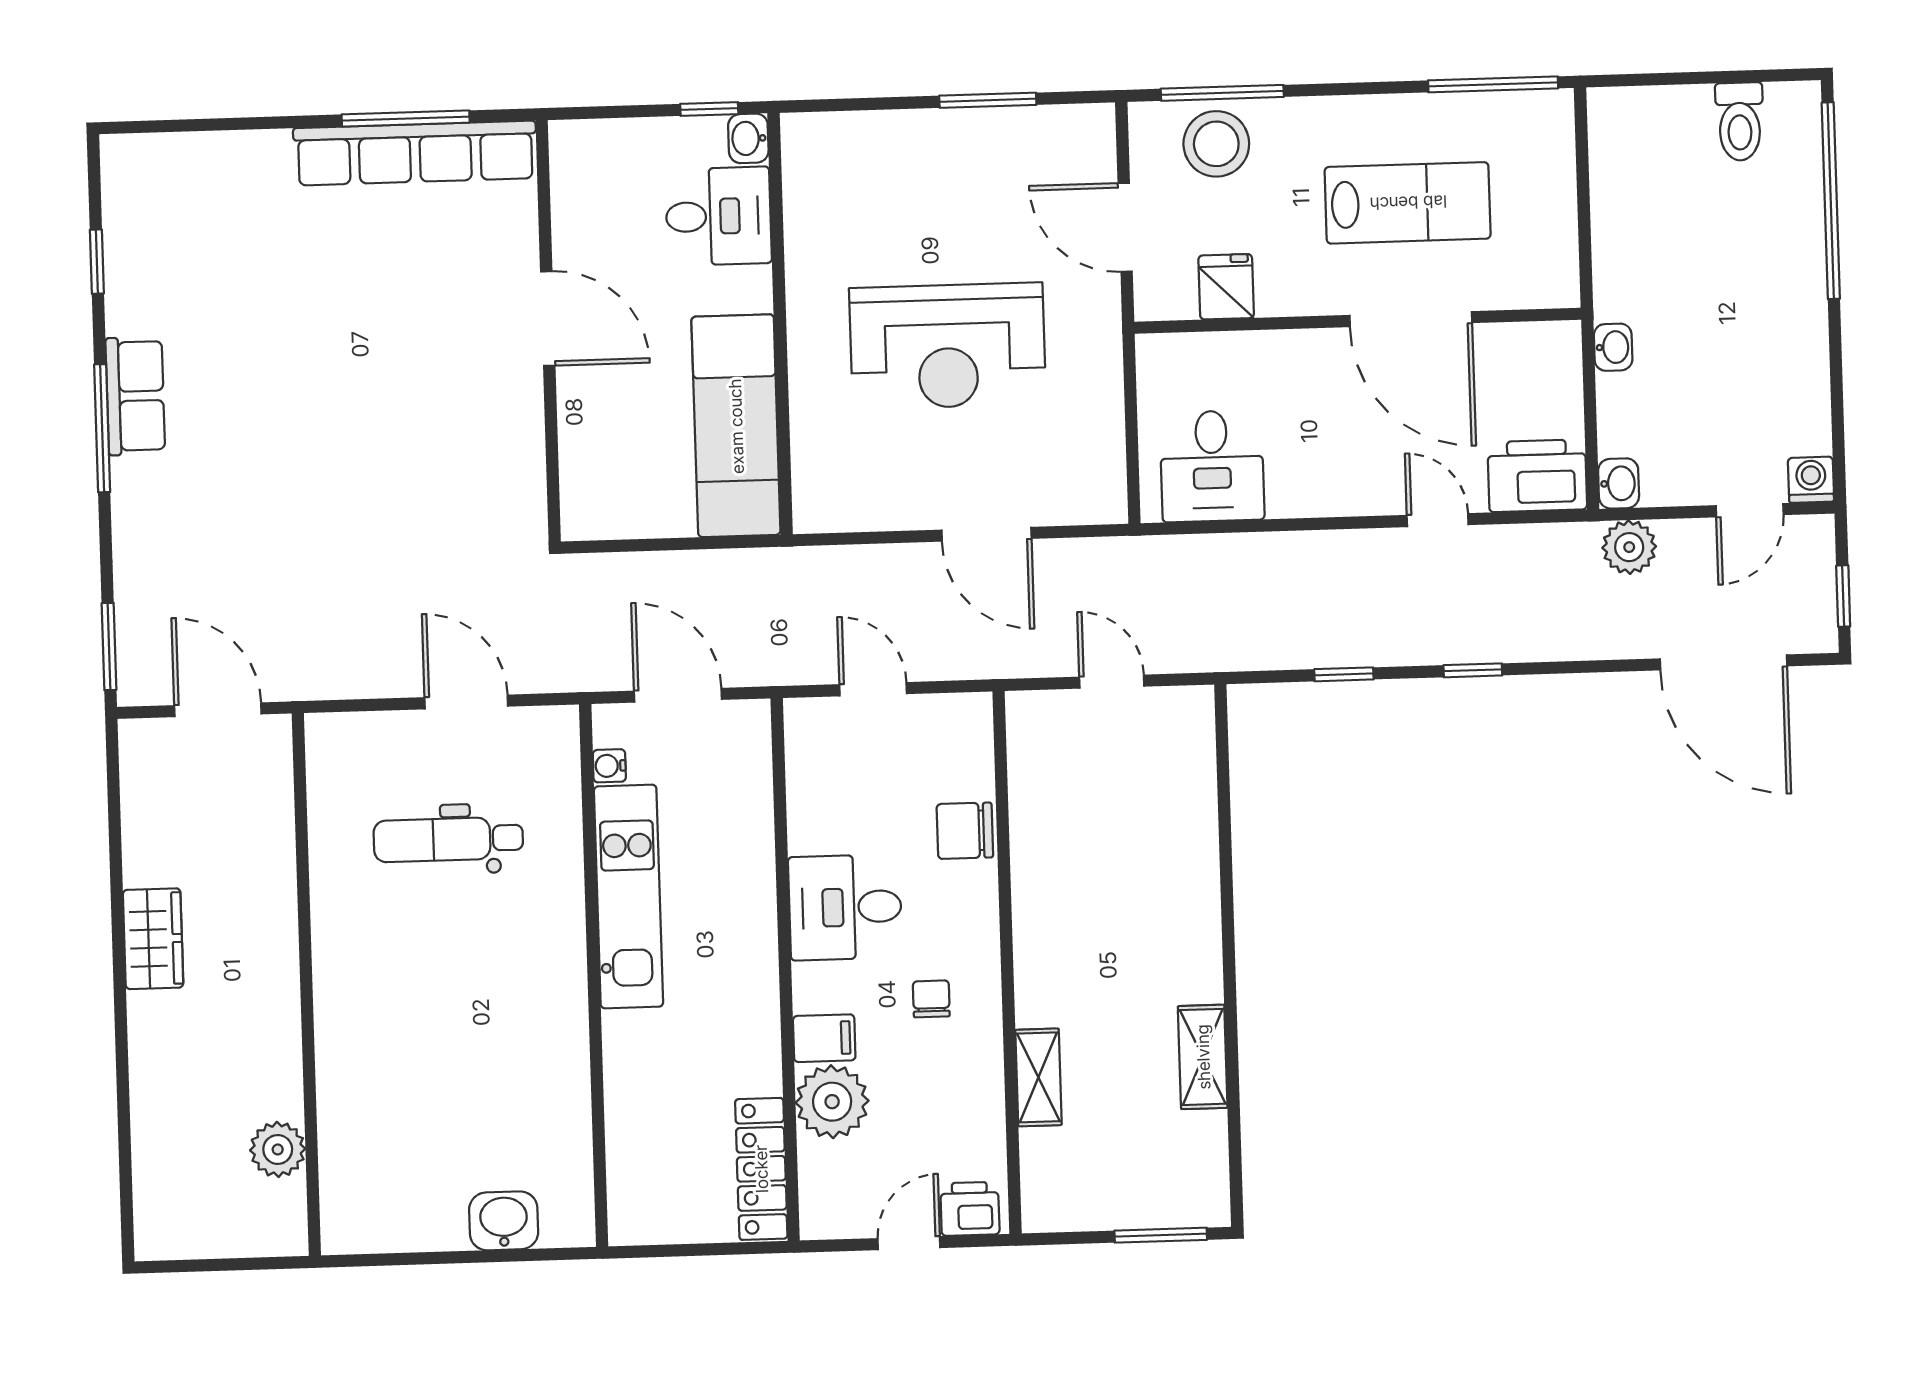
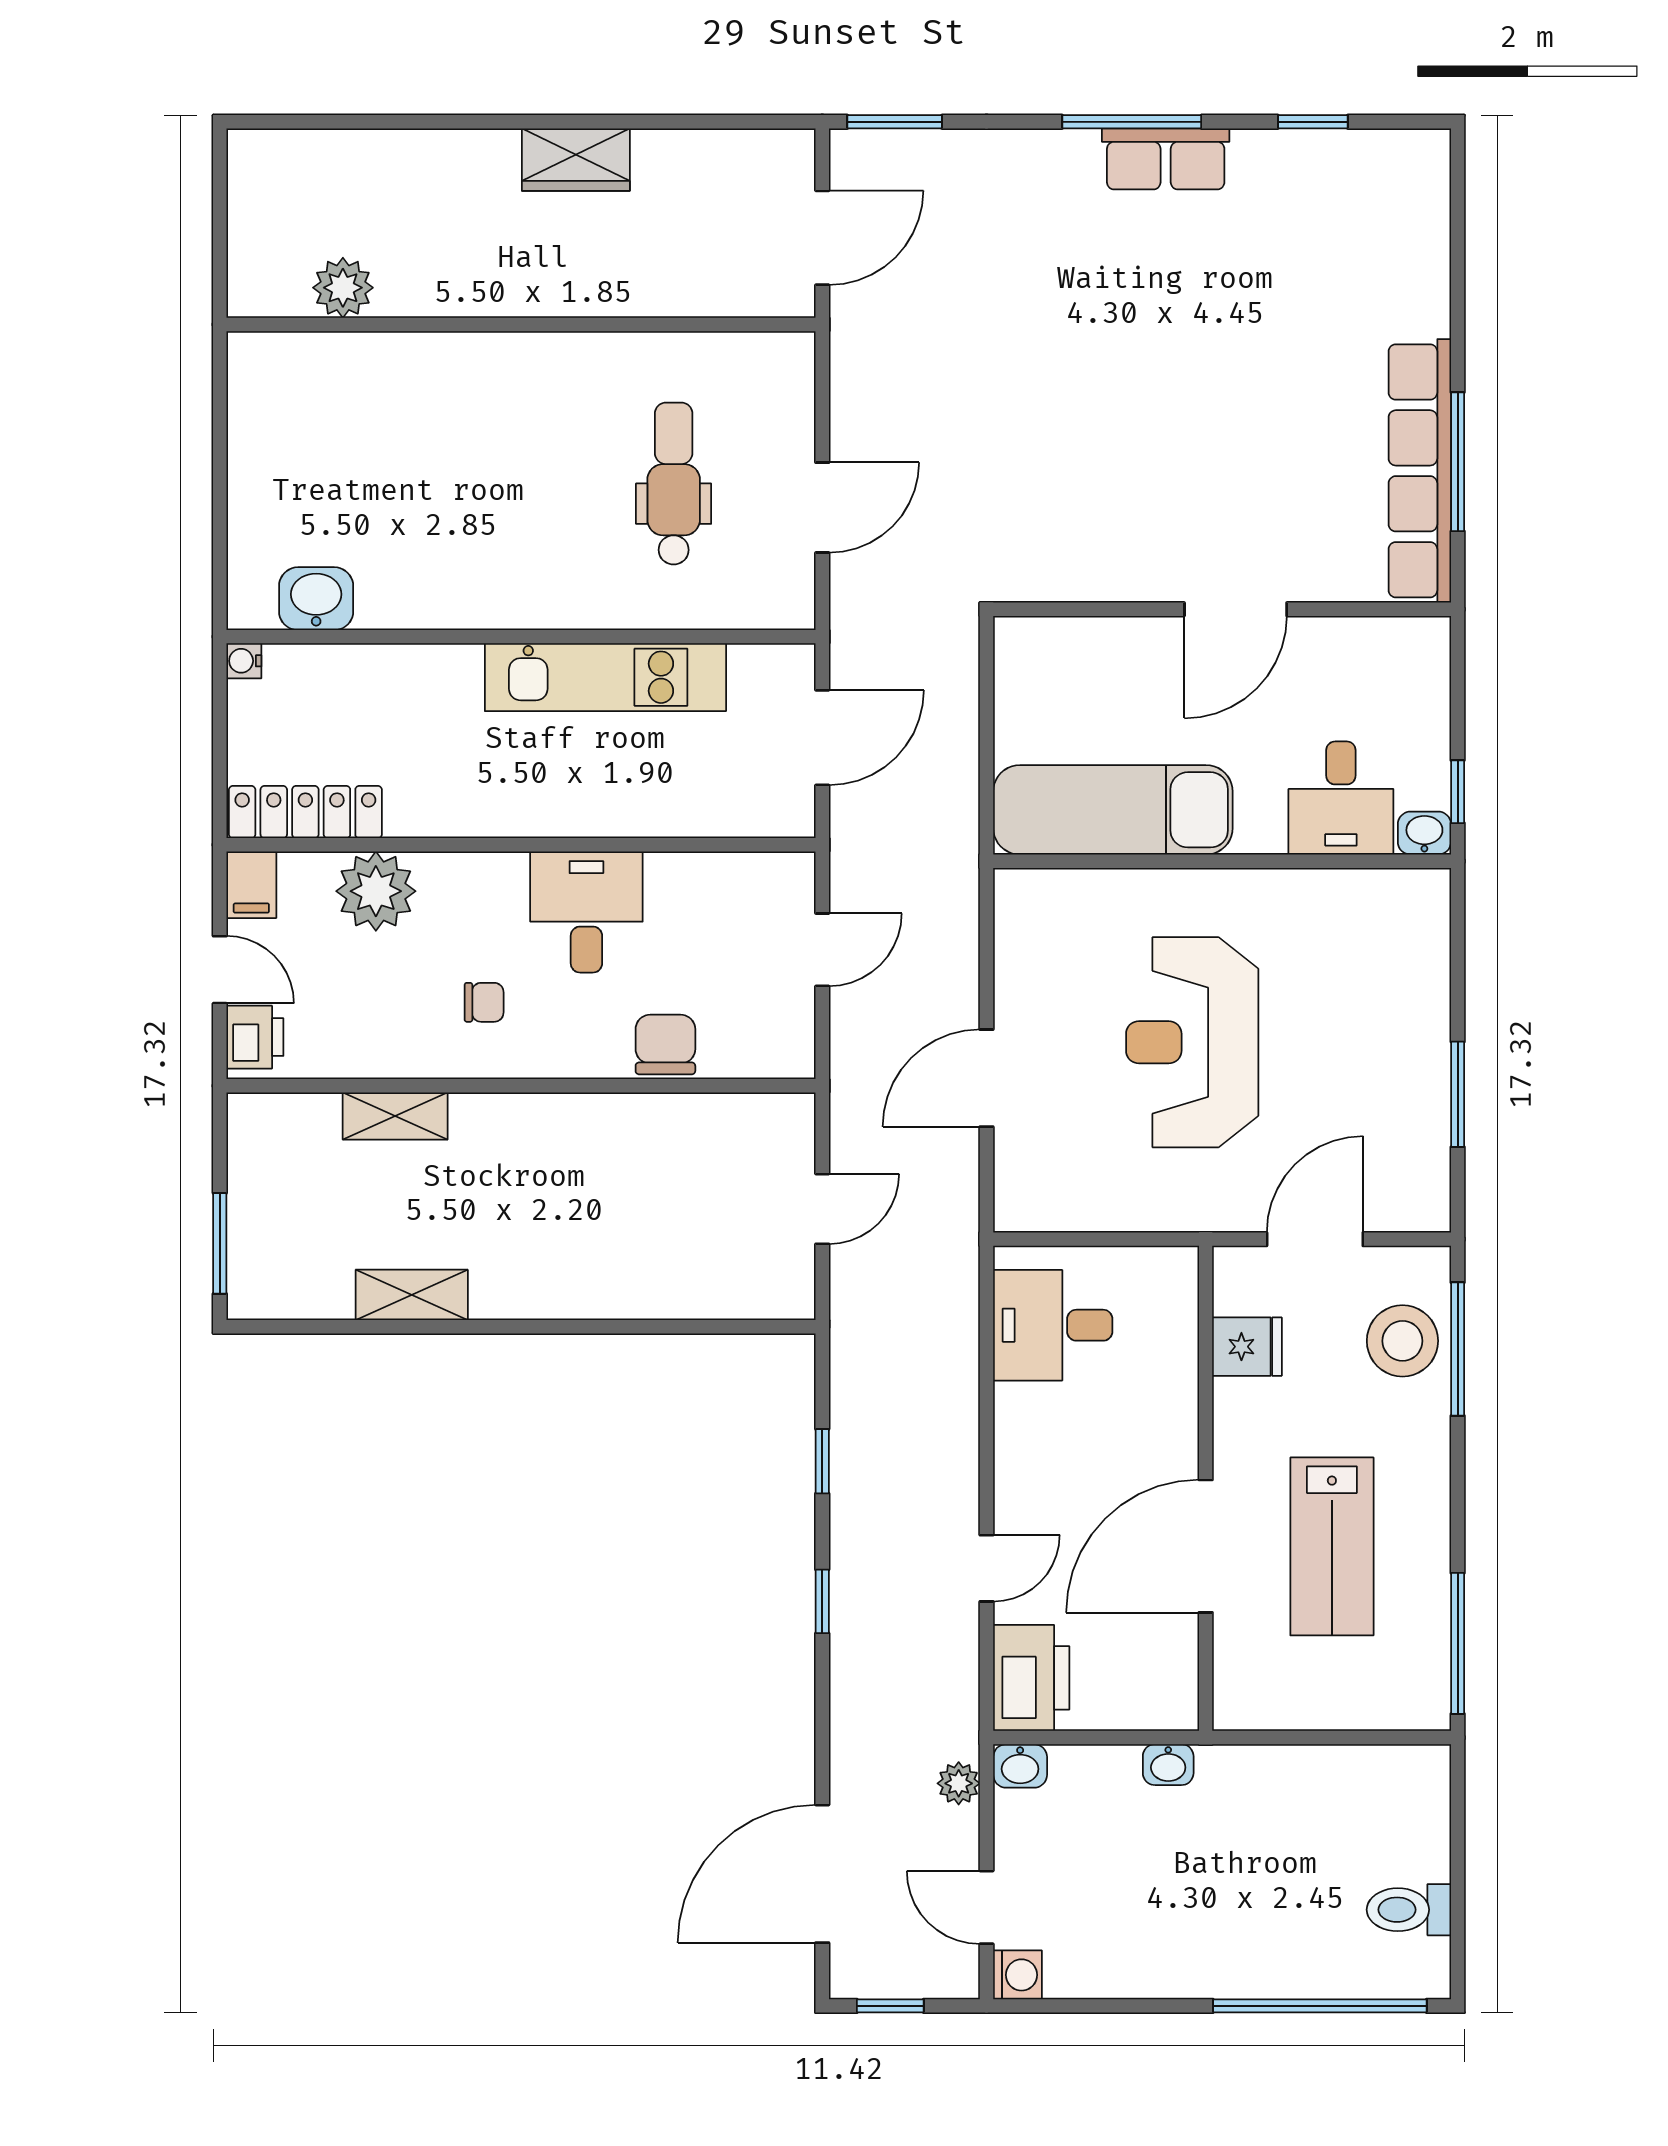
plant: (1629, 547) -> (959, 1783), width x0.73, depth x0.73
water cooler: (609, 766) -> (244, 661), moved, turned -90
filing cabinet: (824, 1038) -> (251, 885), moved
washbasin: (504, 1221) -> (316, 599), moved, turned -90

